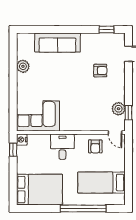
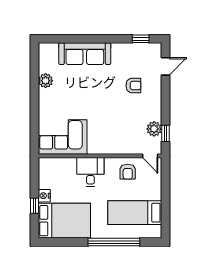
nightstand: (22, 140) -> (44, 196), moved
window: (13, 150) -> (34, 206), moved

